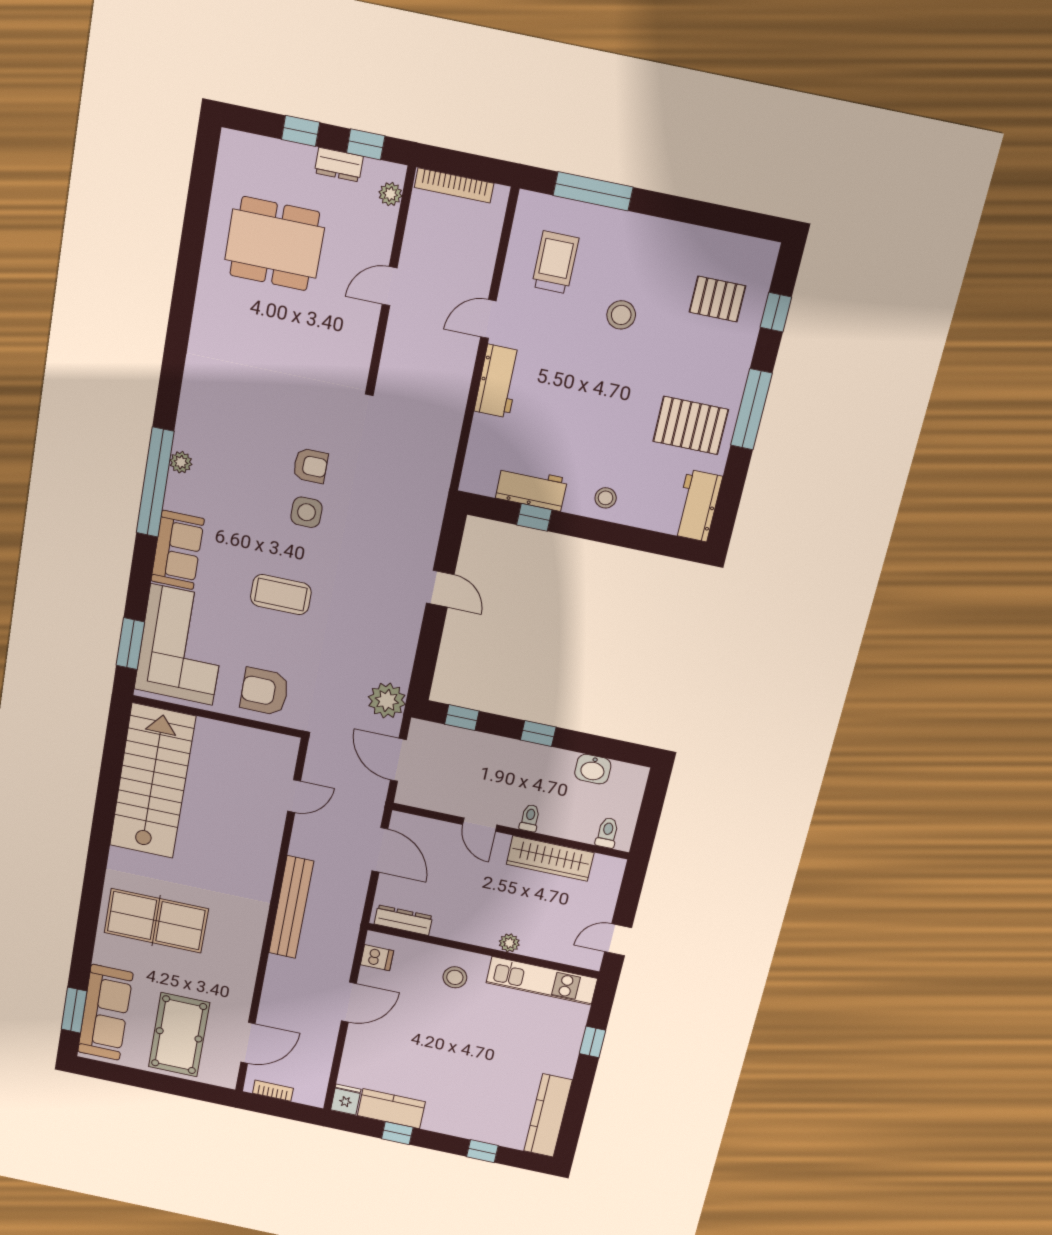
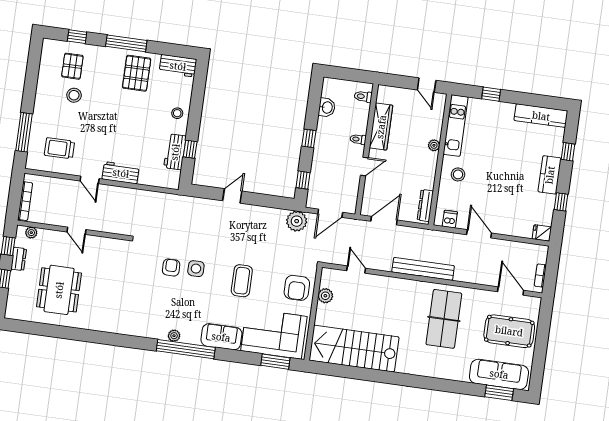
stool: (621, 315) -> (74, 95), moved
plant: (249, 740) -> (325, 296), added
table tennis table: (156, 921) -> (444, 319), moved
kitchen counter: (391, 1109) -> (550, 175), moved

